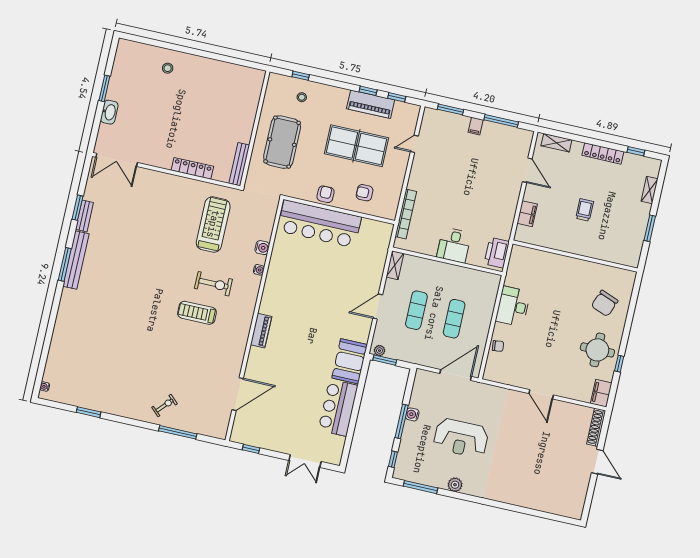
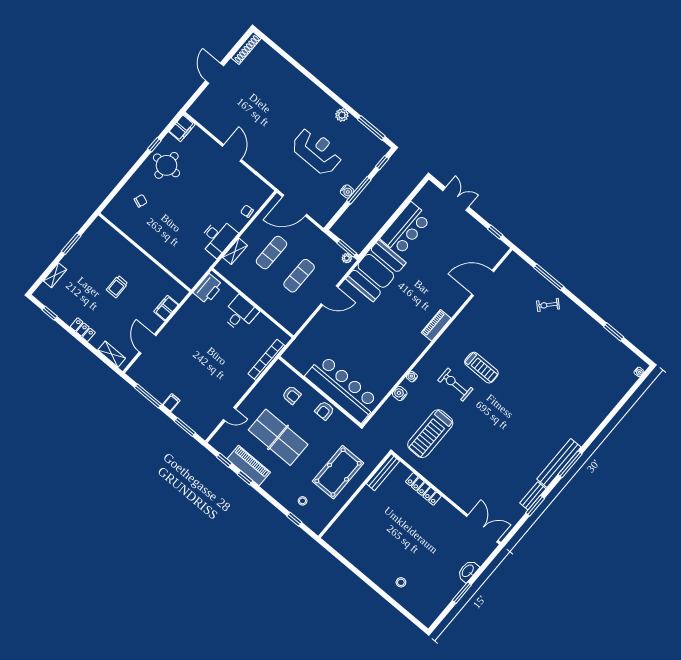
locker: (603, 153) -> (83, 330), width x0.66
shelving: (395, 265) -> (235, 251), moved
chair: (605, 303) -> (141, 201), width x0.54, depth x0.54
booth: (350, 361) -> (376, 271), width x1.36, depth x1.42
shoe rack: (596, 427) -> (246, 48), moved

